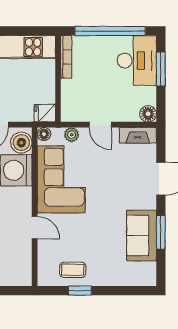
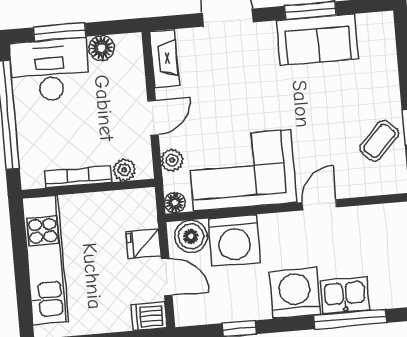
bookcase: (66, 57) -> (78, 177), moved
plant: (68, 103) -> (124, 170), added
fridge: (45, 113) -> (143, 244), moved, turned 90
floor lamp: (148, 114) -> (101, 48), moved
coffee table: (73, 270) -> (379, 141), turned 44

